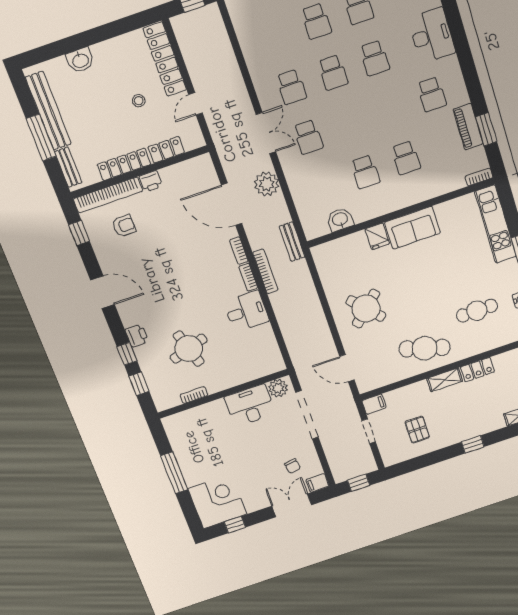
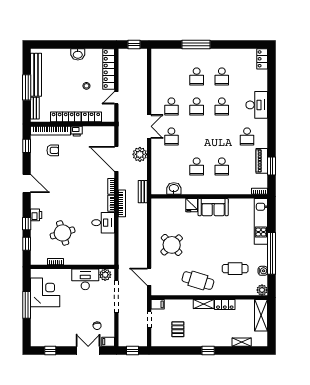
washbasin: (80, 60) -> (78, 54), moved
corner desk: (217, 501) -> (45, 292), moved

